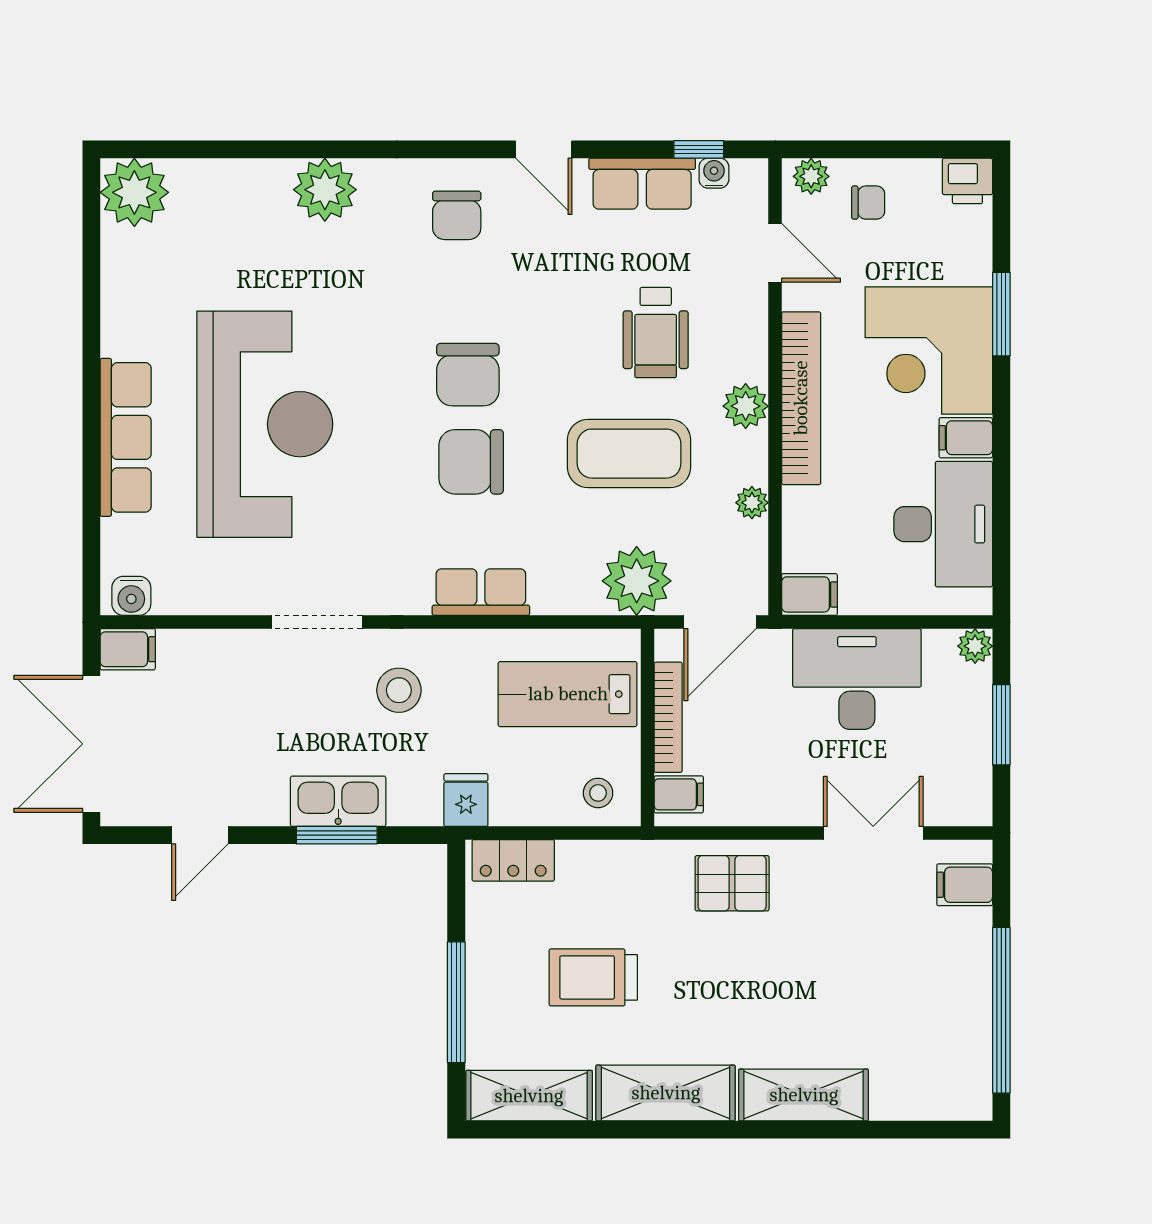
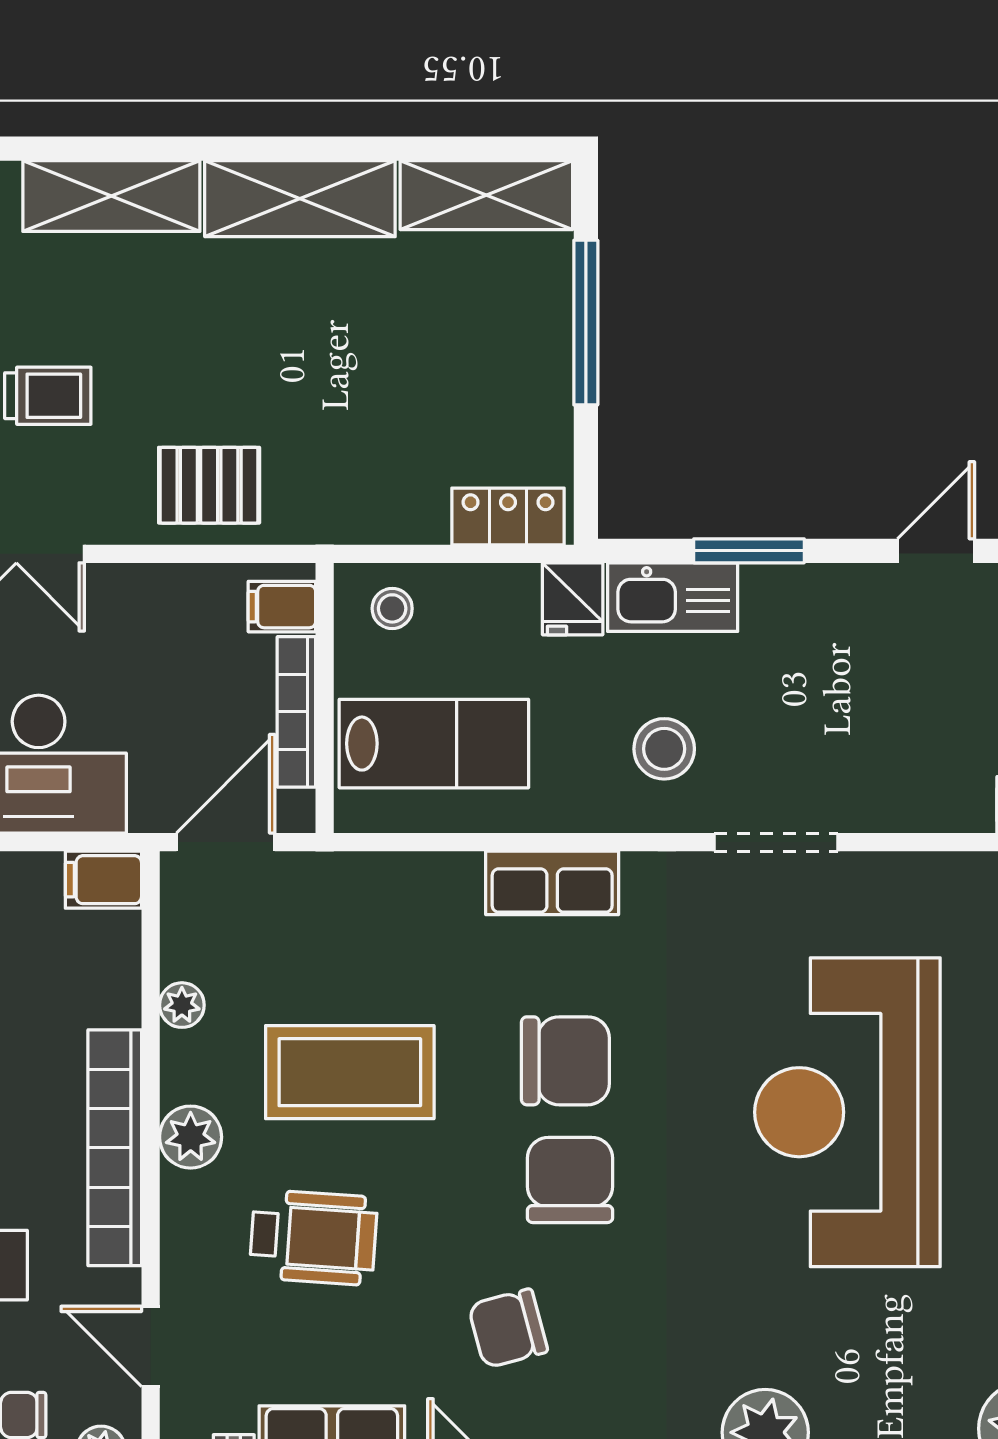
chair: (457, 215) -> (508, 1328), moved, turned -105
wheelchair: (656, 333) -> (313, 1237), turned 94
plant: (637, 581) -> (339, 898), removed
kitchen sink: (338, 801) -> (673, 597), moved
trolley: (593, 977) -> (48, 396), moved, width x0.73, depth x0.72

